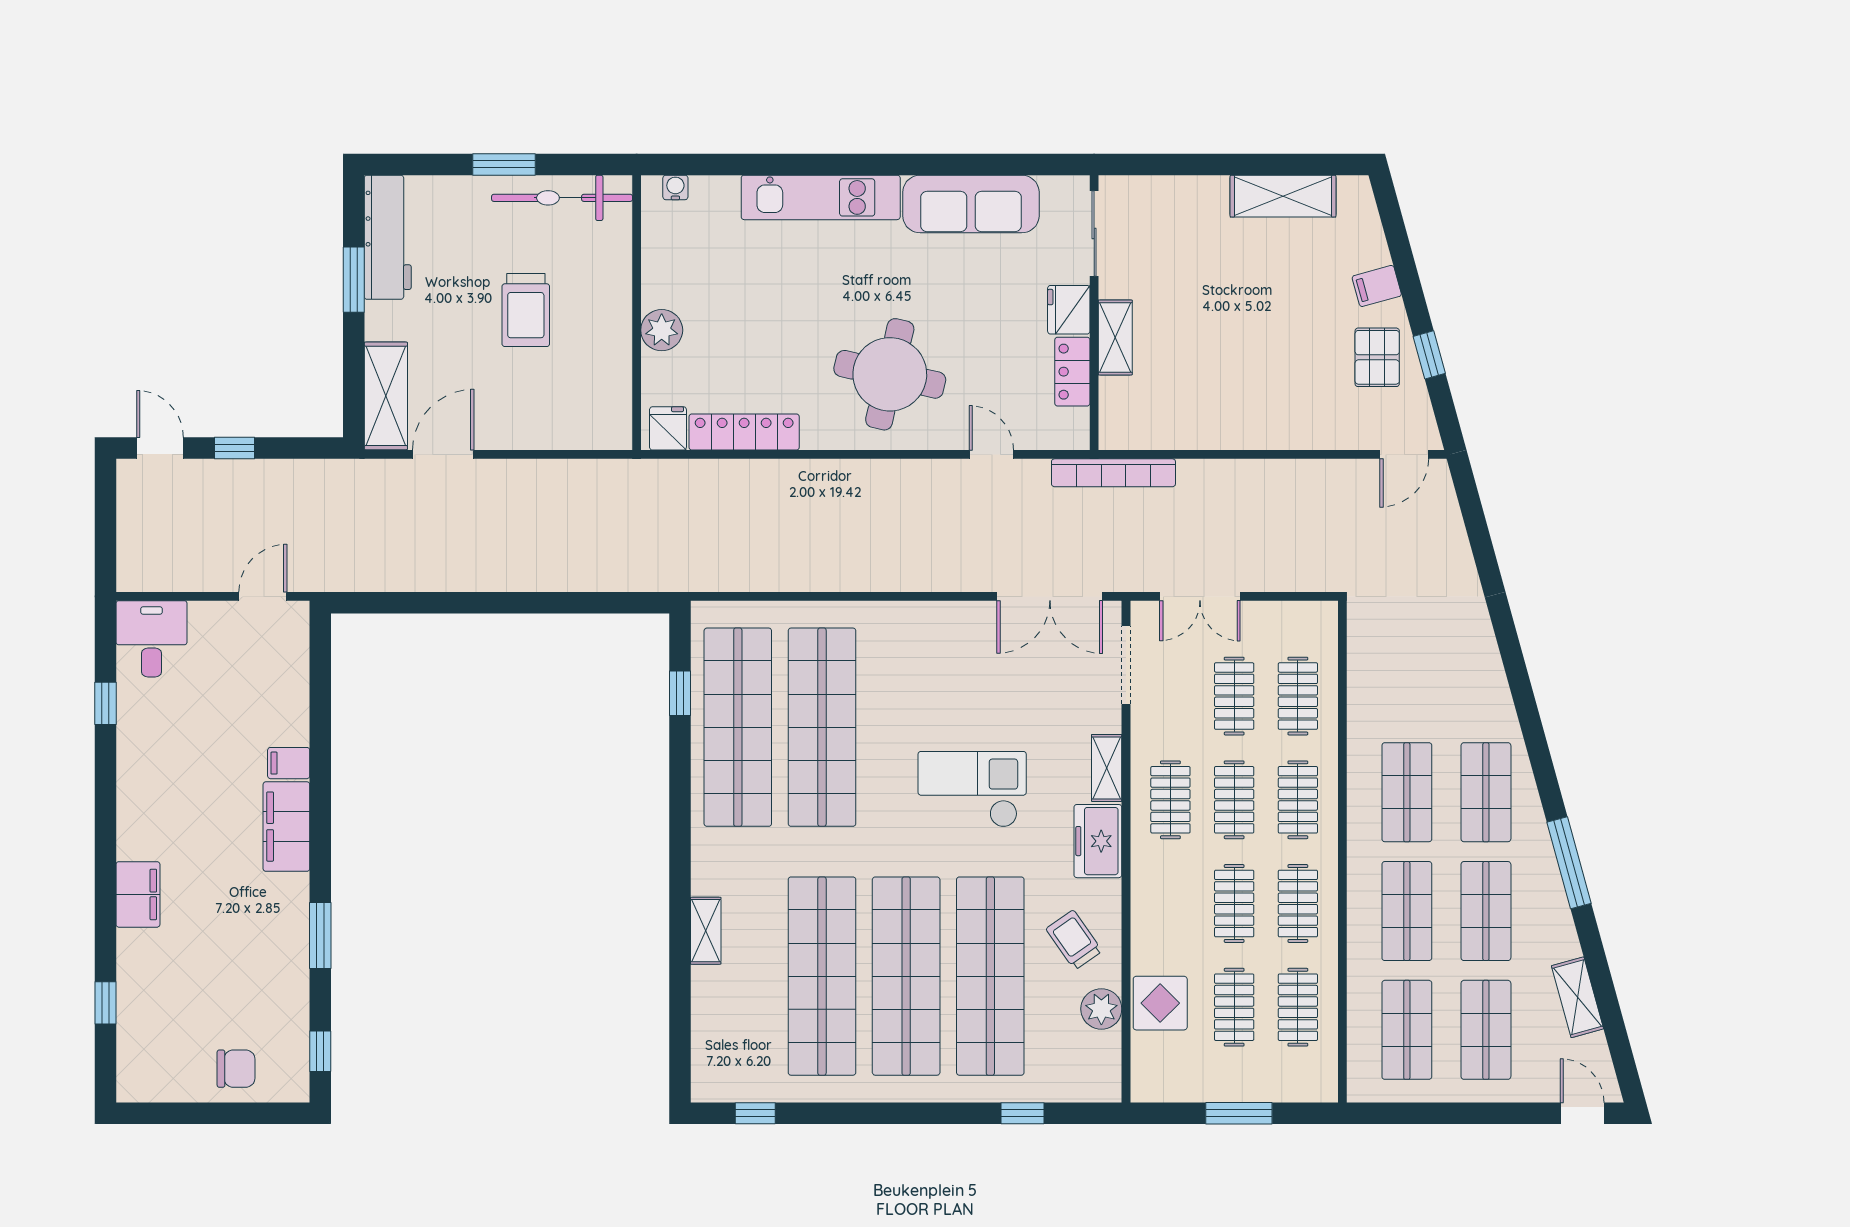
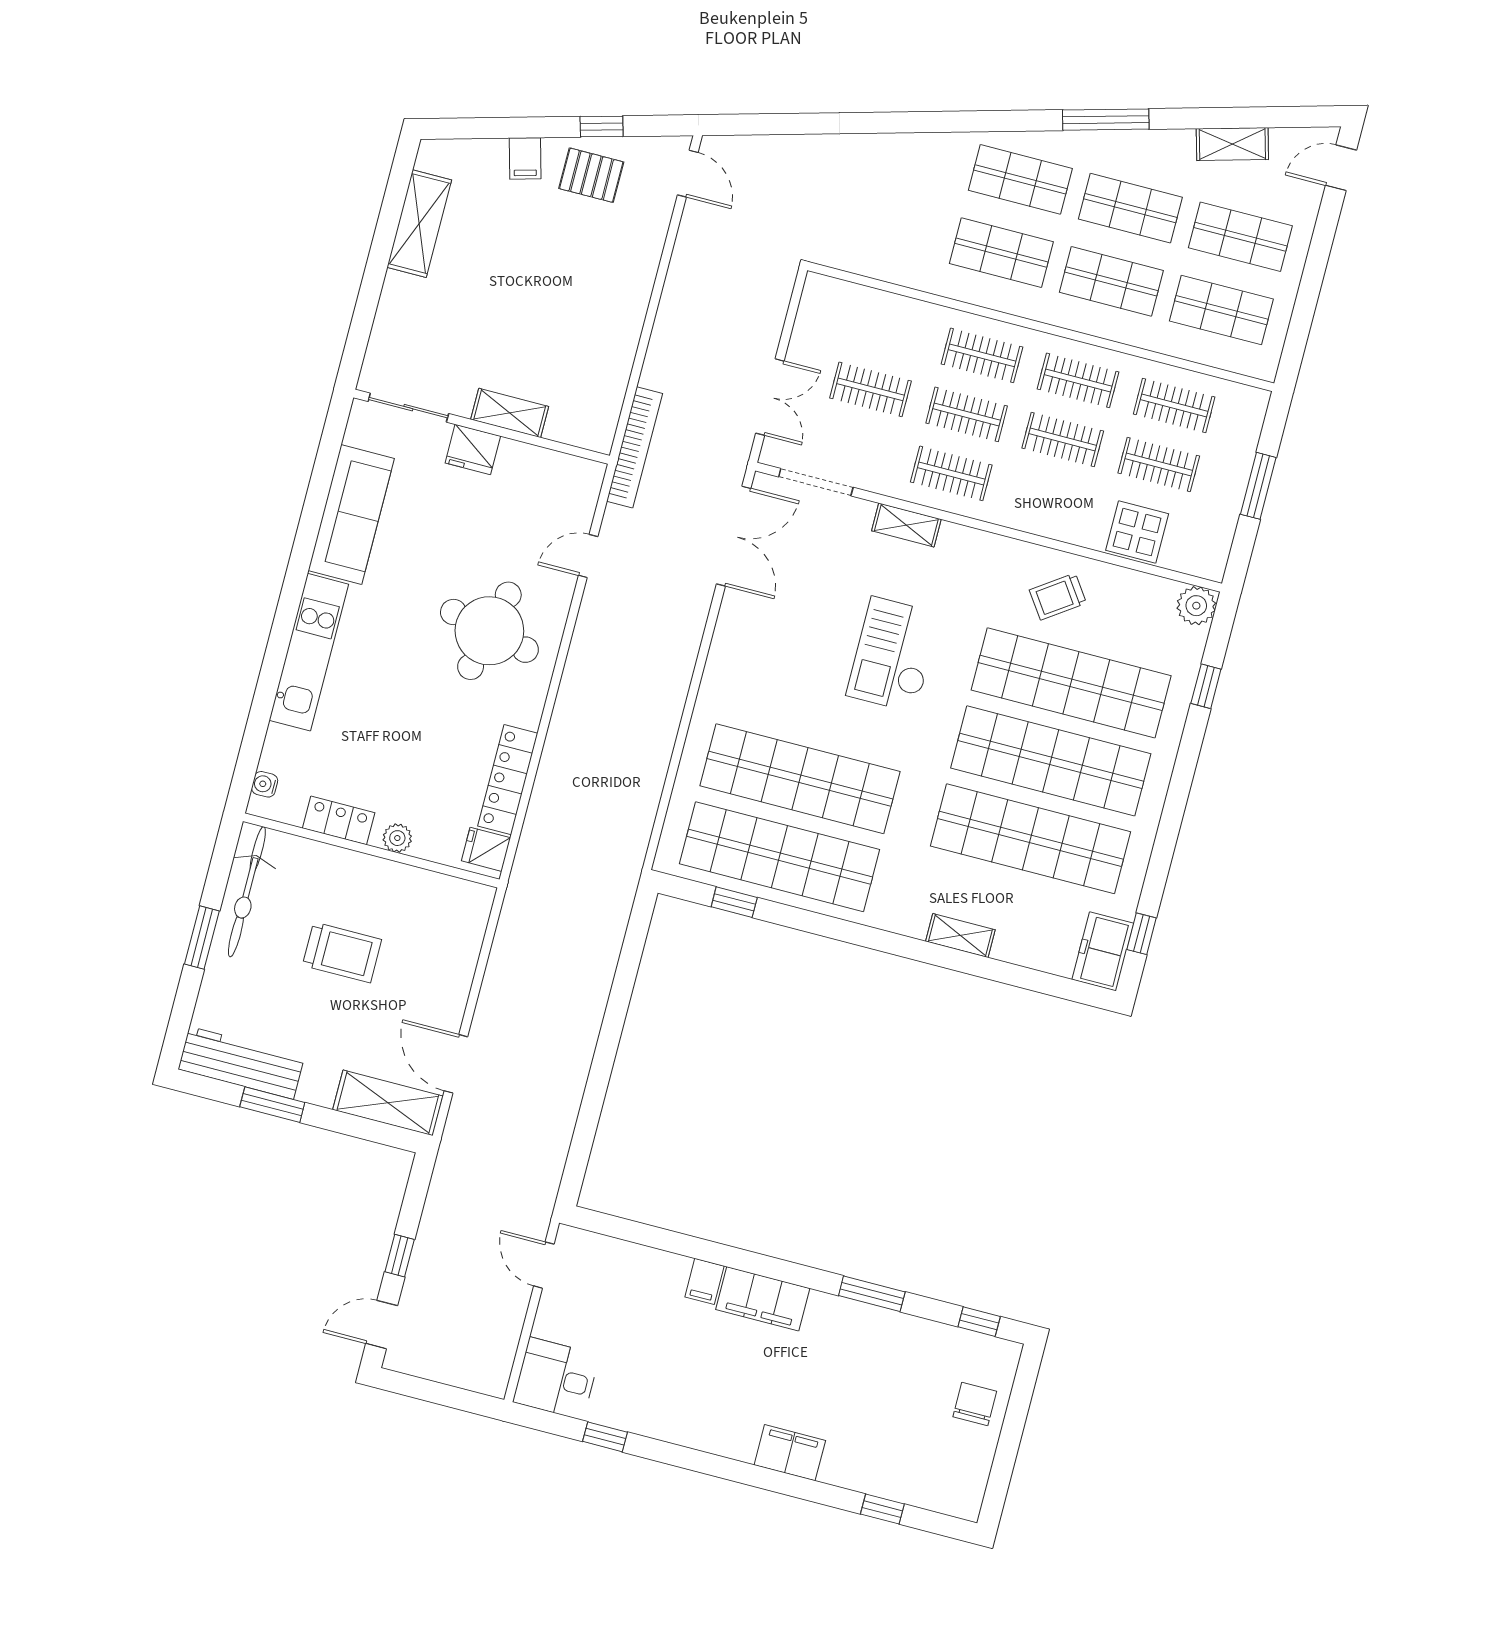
plant: (662, 330) -> (397, 838), width x0.73, depth x0.73
locker: (1072, 372) -> (339, 820), moved, turned 180
clothes rail: (1298, 696) -> (886, 330), removed
freezer: (1098, 841) -> (1103, 951), moved, turned 90
plant: (1101, 1009) -> (1196, 606), moved

